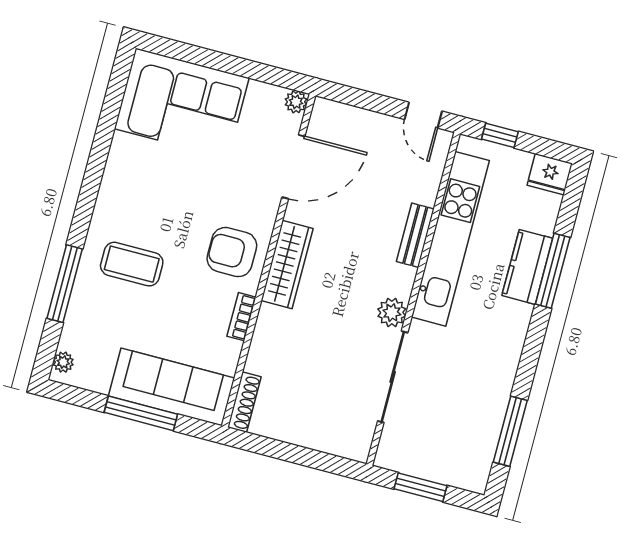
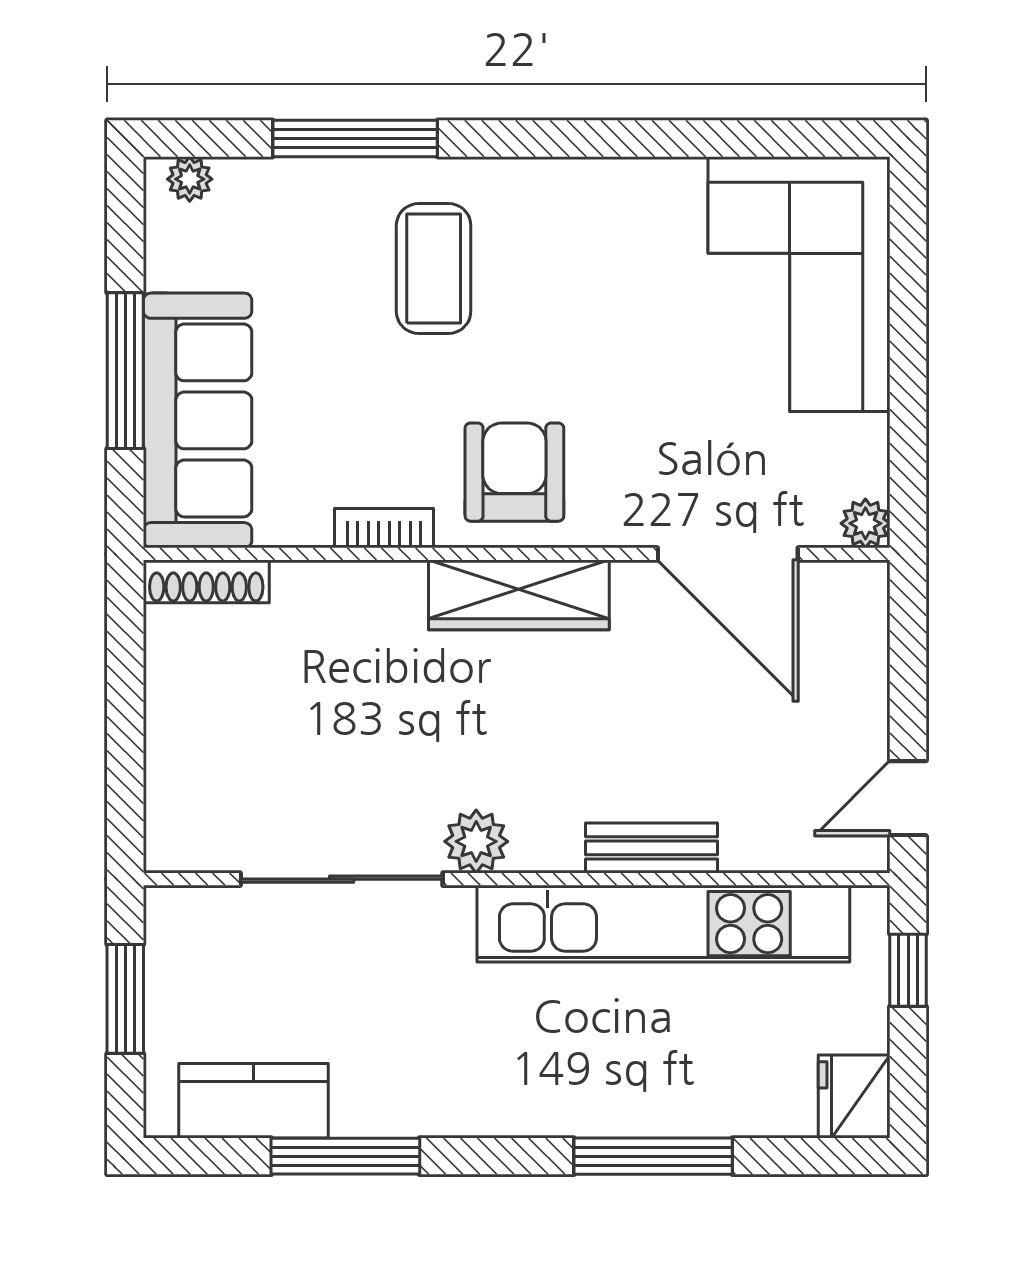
kitchen counter: (527, 267) -> (253, 1101), moved
window: (510, 431) -> (345, 1156), moved

